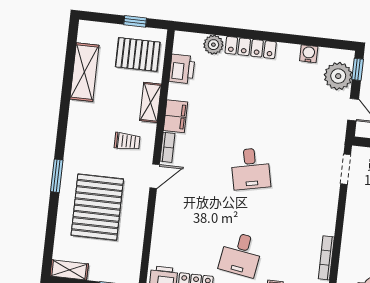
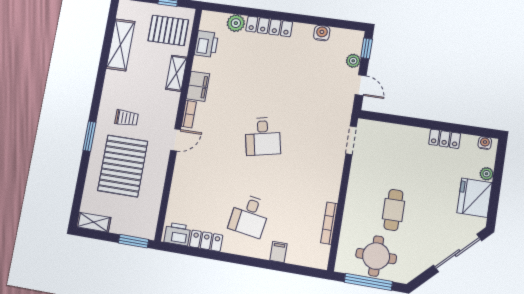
plant: (338, 76) -> (353, 61), width x0.53, depth x0.53
trolley: (127, 141) -> (126, 118), moved

